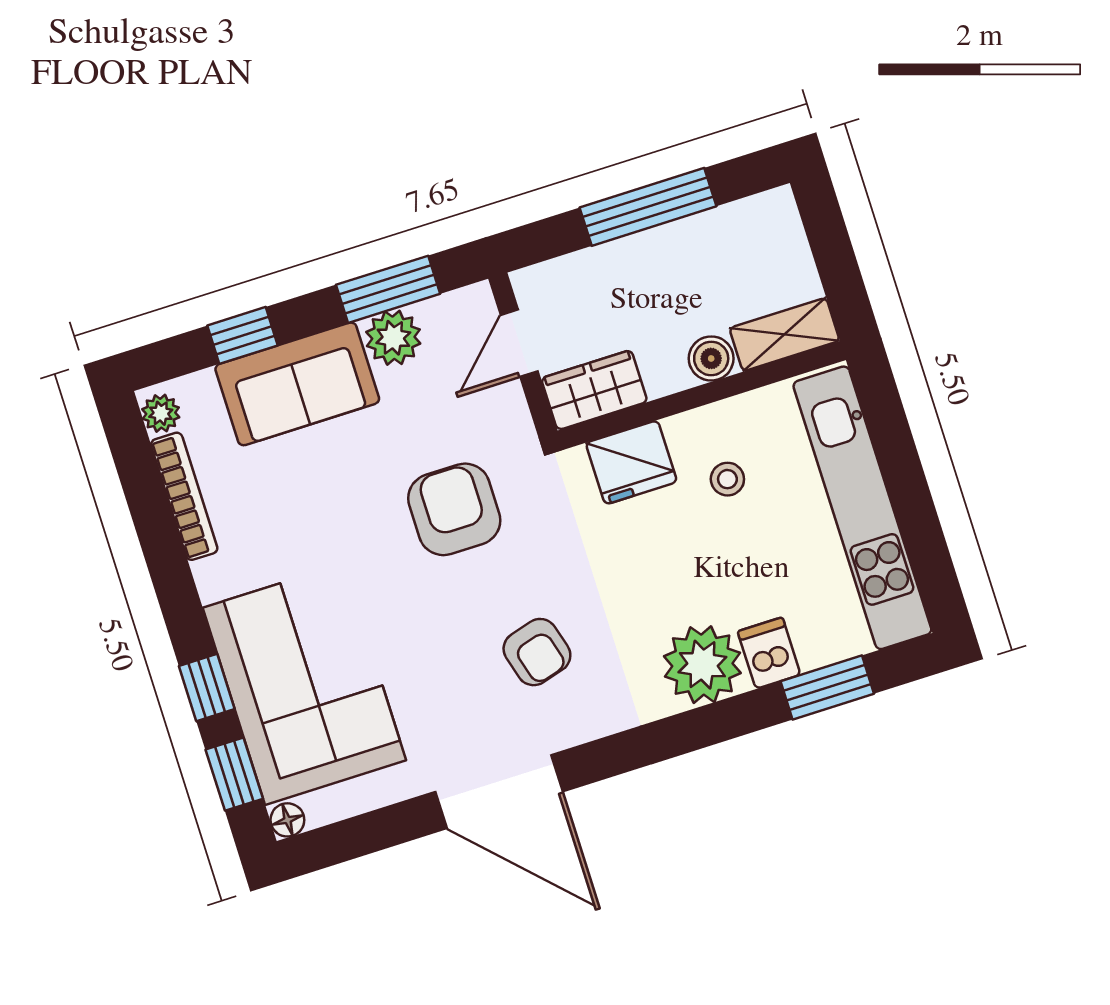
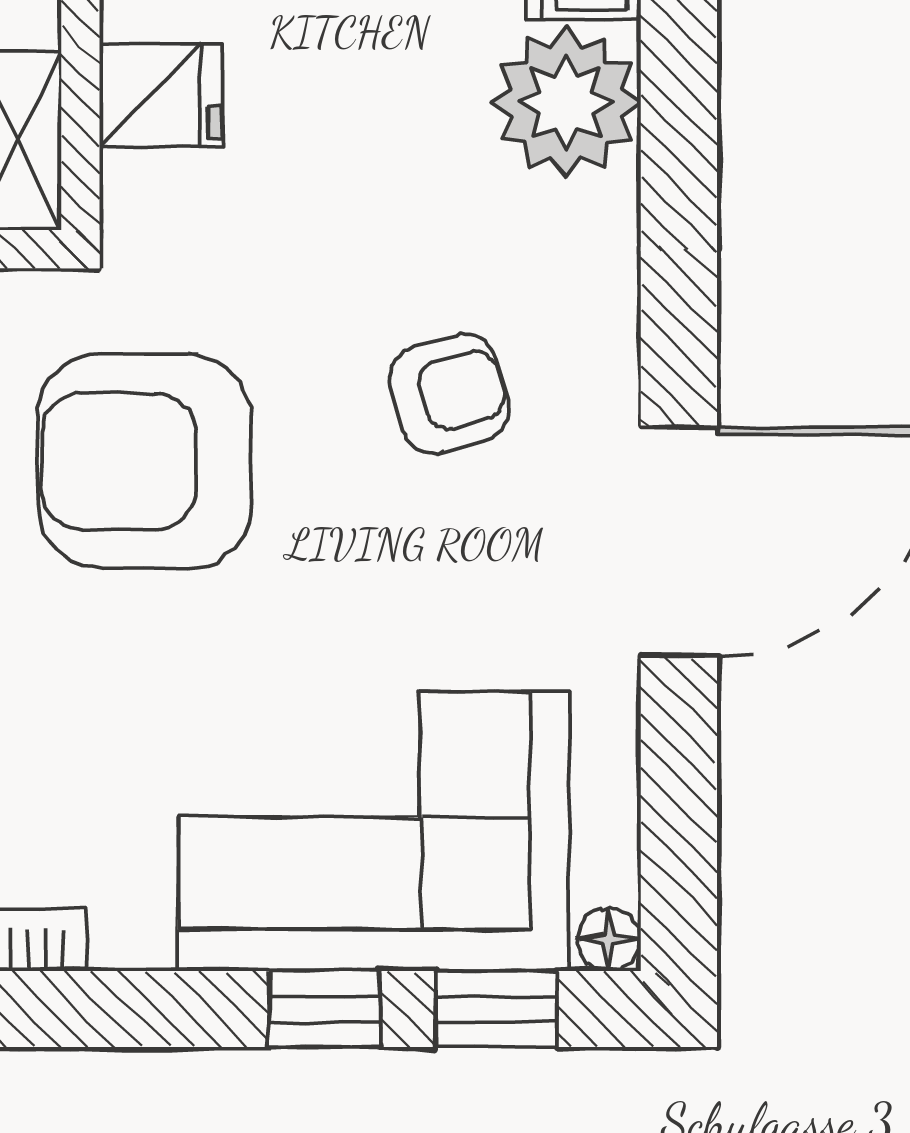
fridge: (631, 462) -> (161, 95), width x0.72
armchair: (454, 509) -> (144, 461), width x1.36, depth x1.36

